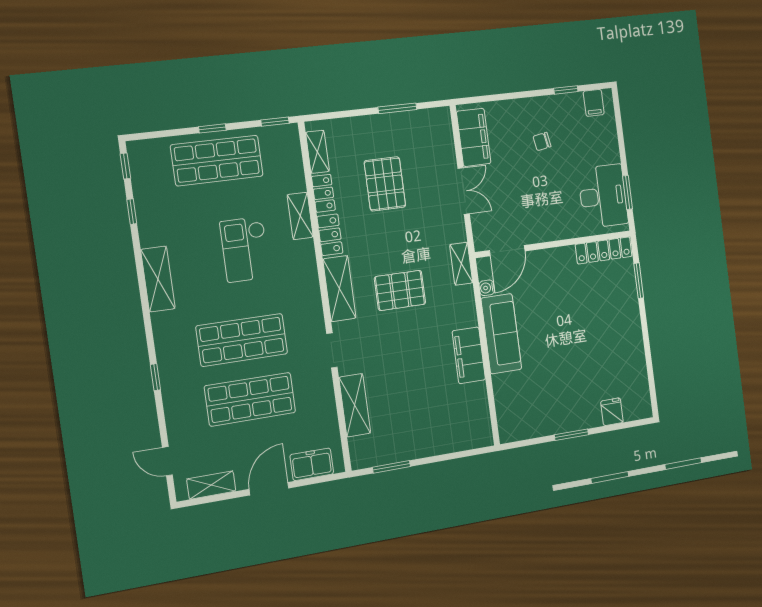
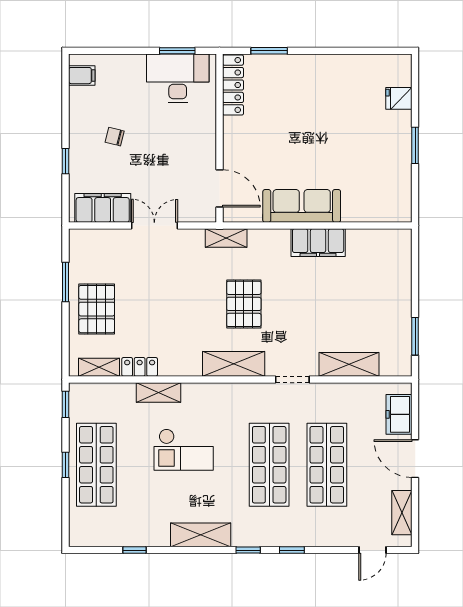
window: (566, 90) -> (66, 161), moved
chair: (542, 141) -> (115, 137), turned 114
window: (125, 166) -> (248, 550), moved
pallet: (385, 184) -> (97, 309), moved, turned 90
locker: (330, 235) -> (180, 366), removed
water cooler: (487, 288) -> (254, 215), removed

